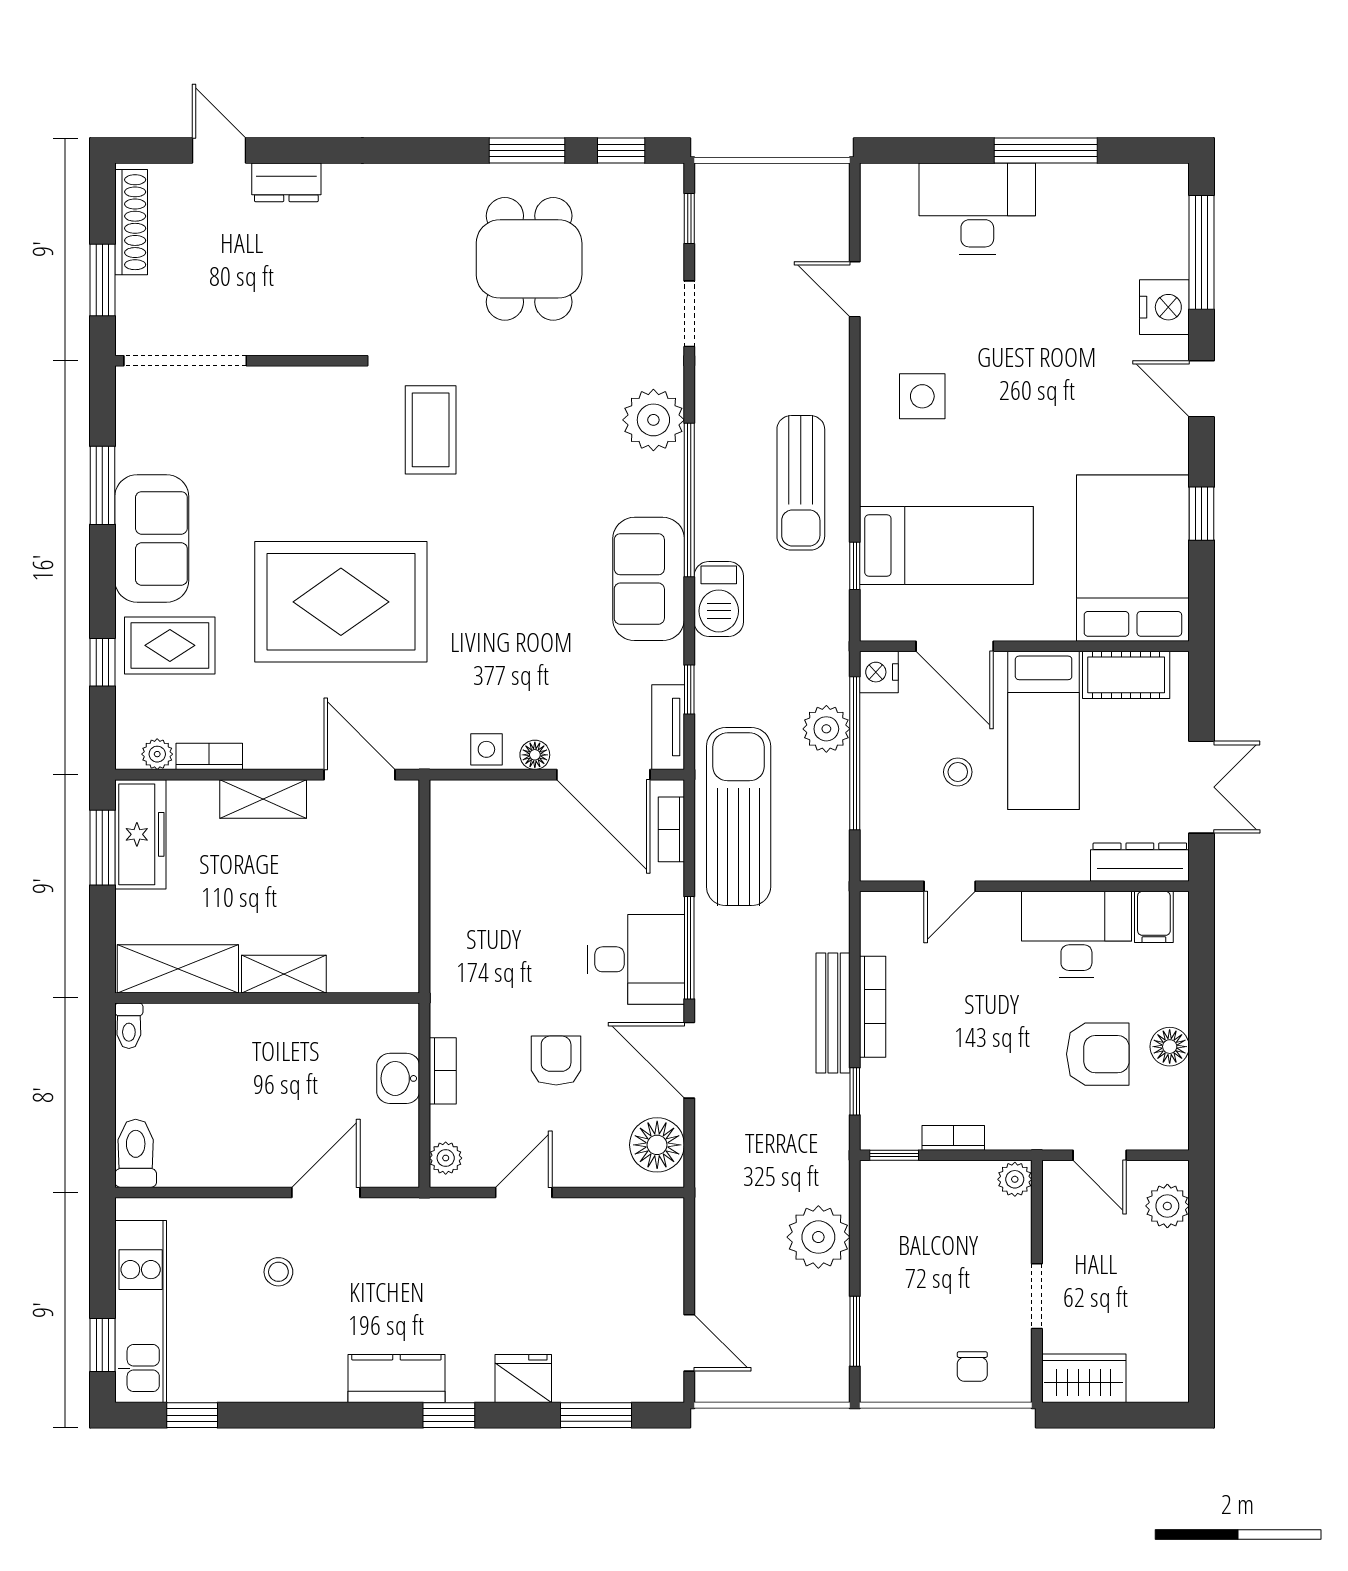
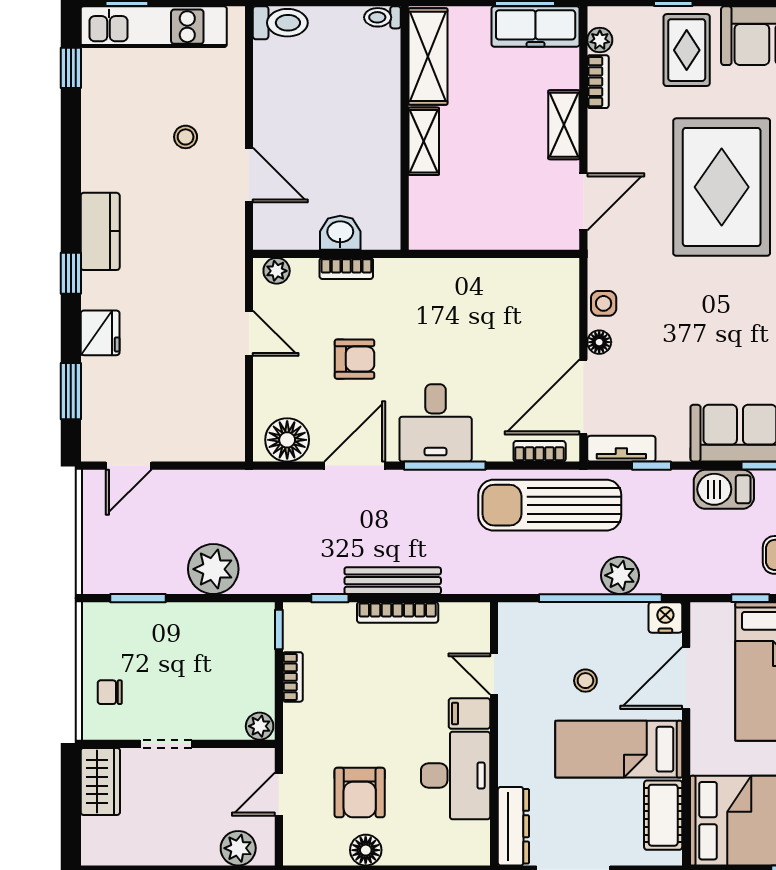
sun lounger: (739, 817) -> (550, 505), turned 180
filing cabinet: (1154, 917) -> (469, 714), moved

